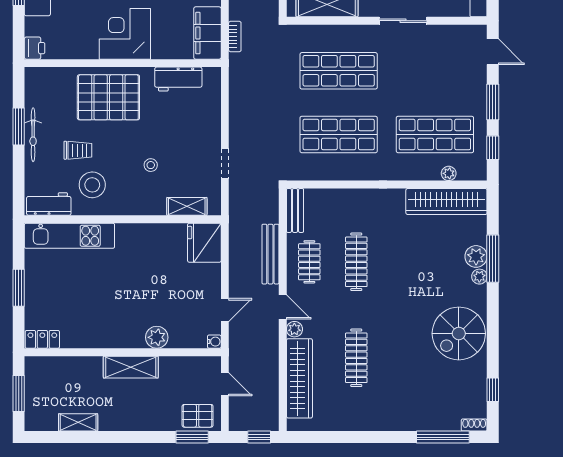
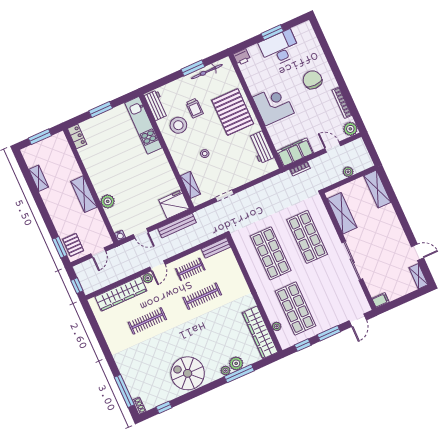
sliding door: (403, 21) -> (352, 261), width x1.37
bicycle: (33, 135) -> (207, 72), moved
bench: (270, 254) -> (177, 226), moved

